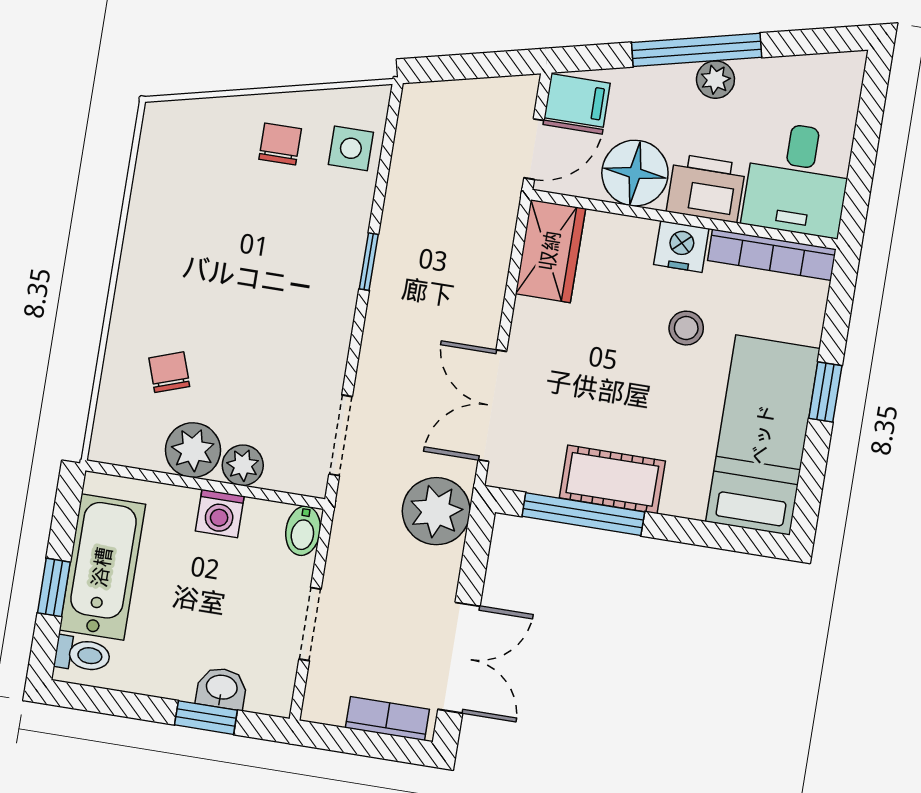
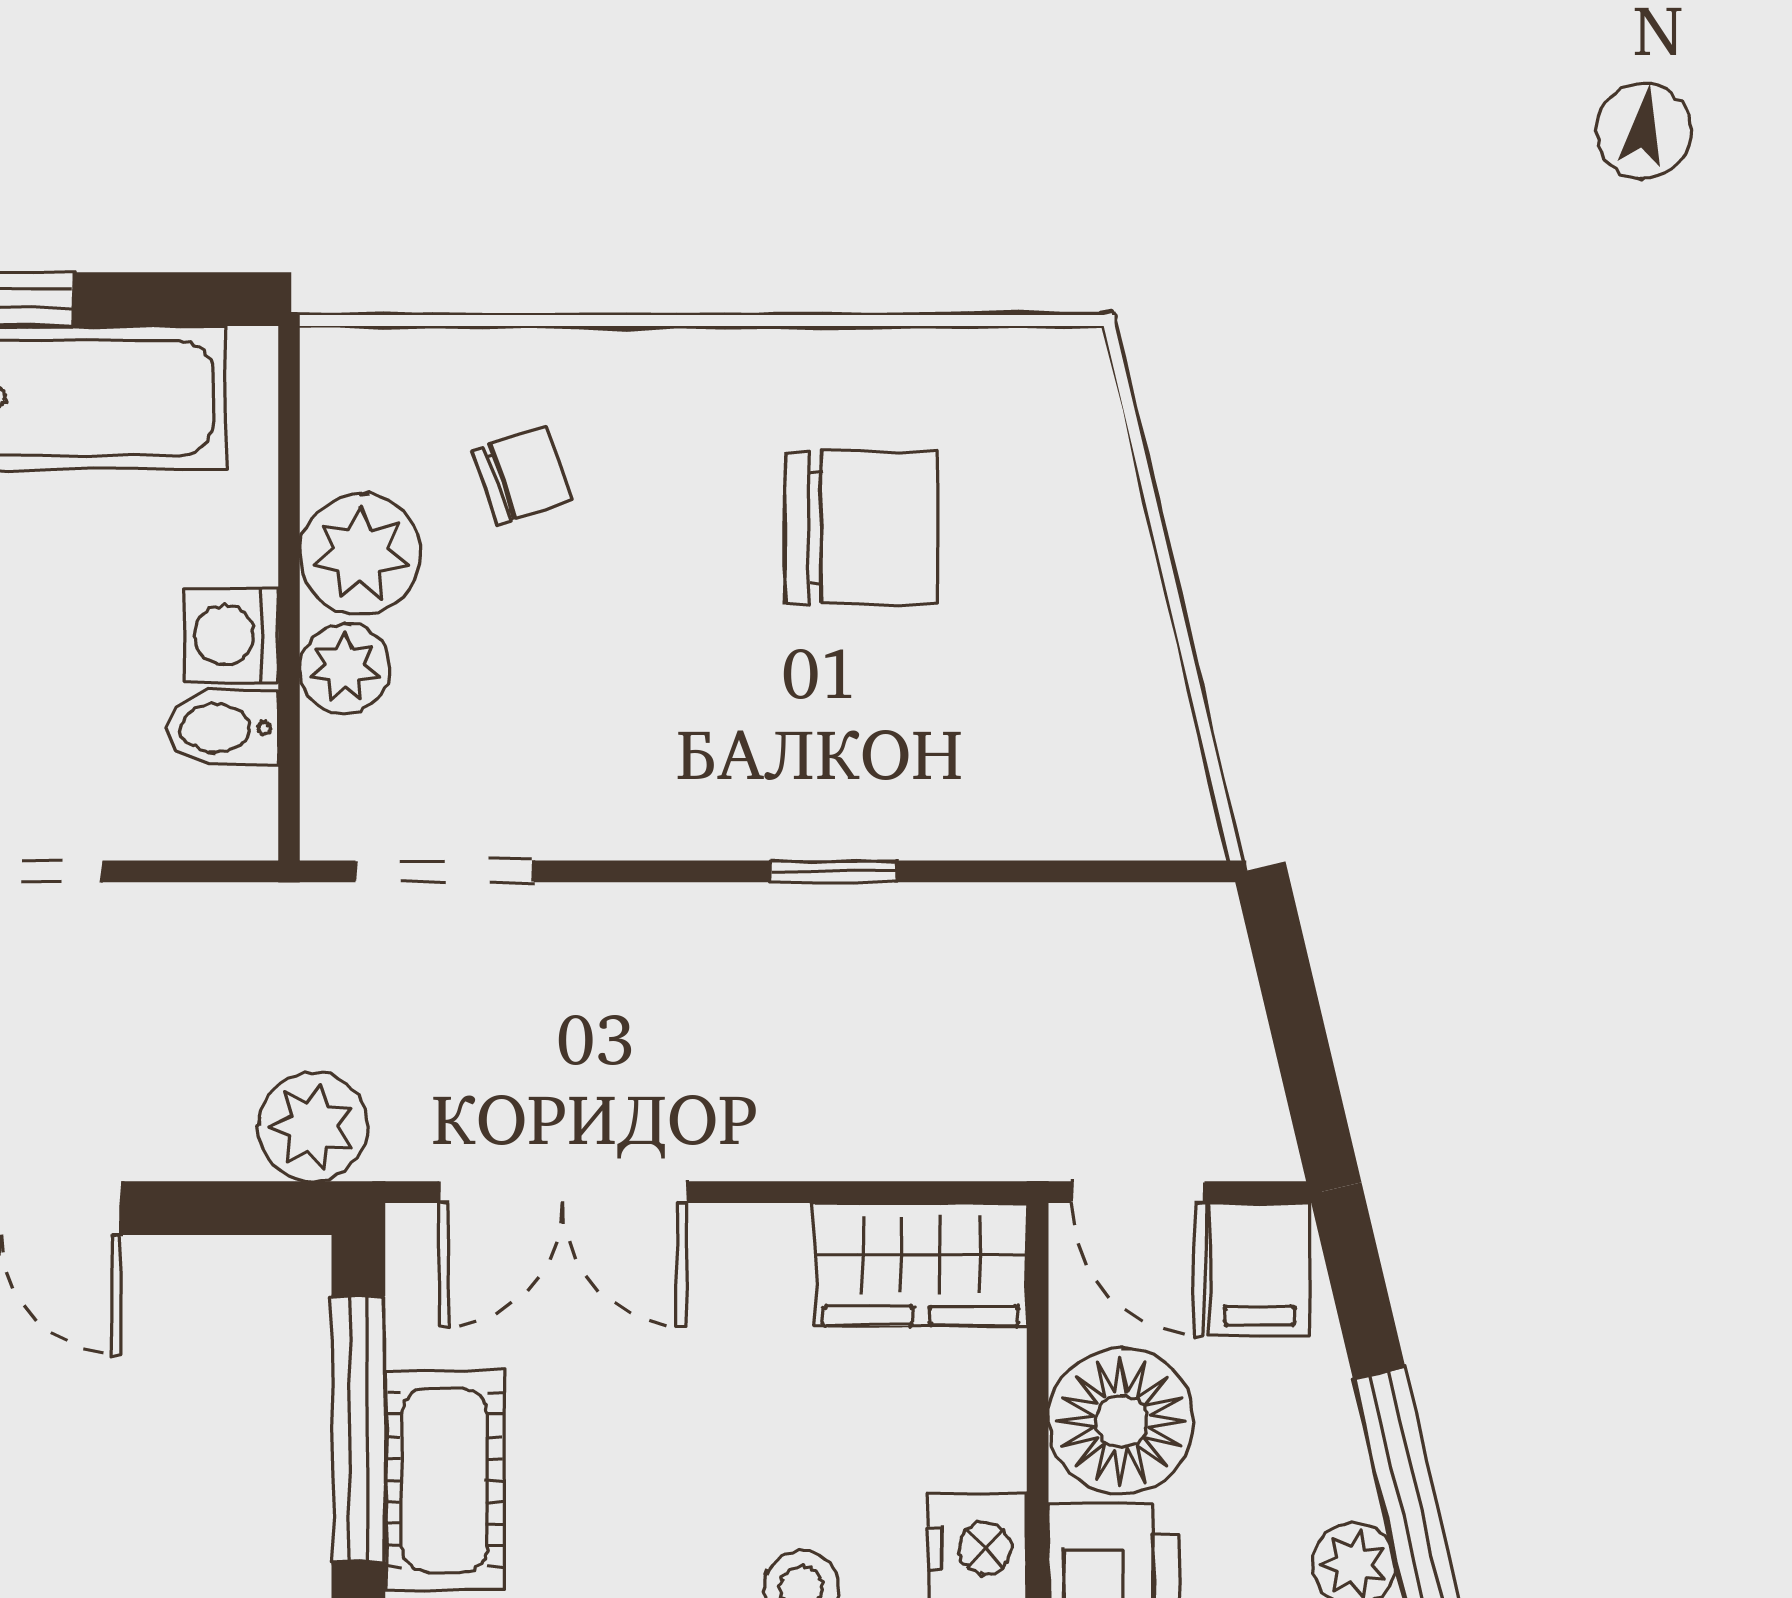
chair: (280, 144) -> (861, 528), moved, width x1.87, depth x1.87
side table: (351, 148) -> (1075, 792), removed
double door: (492, 406) -> (563, 1192), swing flipped
plant: (436, 511) -> (313, 1127), width x0.73, depth x0.73
bidet: (303, 531) -> (223, 728), moved

